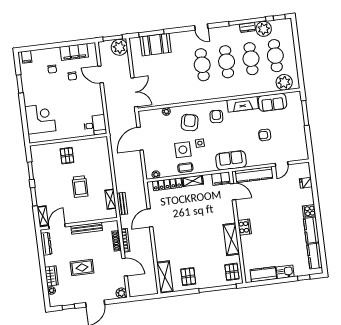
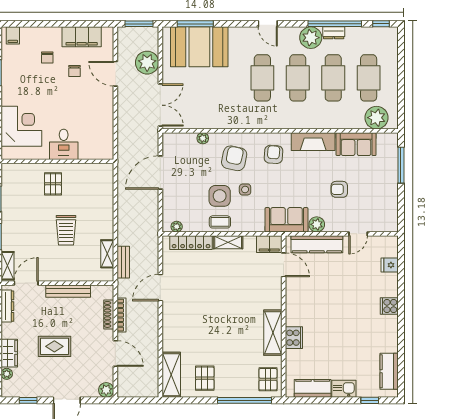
plant: (264, 29) -> (311, 38), moved
booth: (156, 45) -> (199, 47), width x1.36, depth x1.42
plant: (119, 47) -> (147, 63), moved
desk: (95, 125) -> (64, 144), moved, turned 90
plant: (252, 161) -> (317, 224), added
cooker: (244, 227) -> (294, 338), moved
kitchen counter: (311, 230) -> (389, 334), removed

